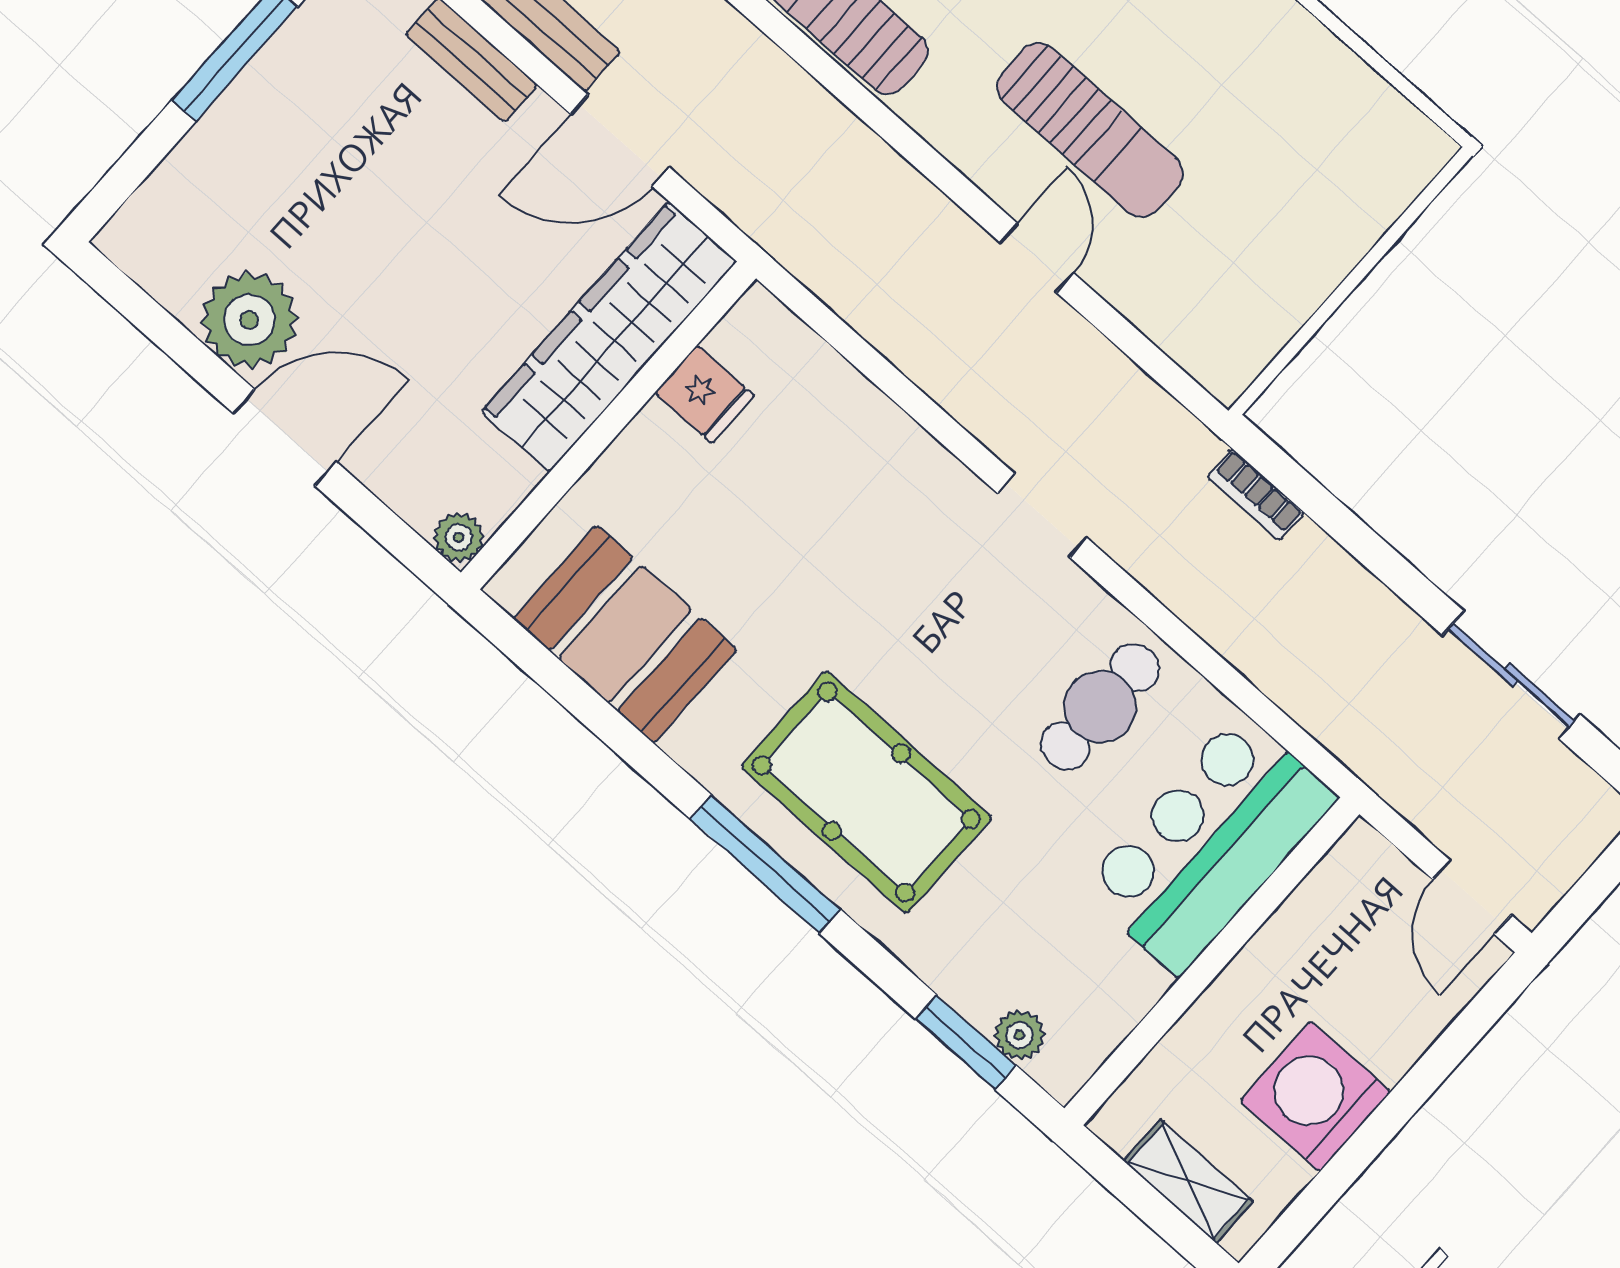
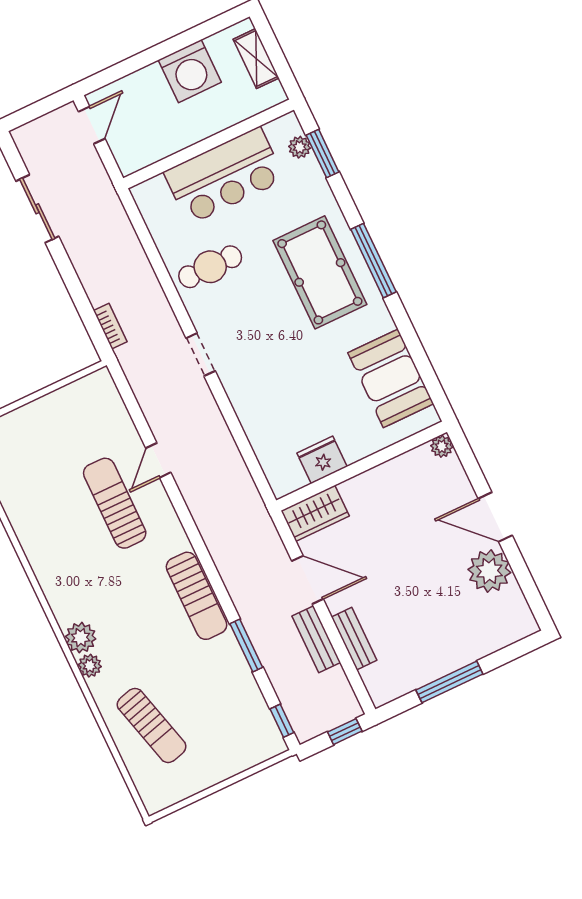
wardrobe: (609, 337) -> (315, 513), width x0.48, depth x0.85
fridge: (705, 394) -> (322, 460), width x1.38
bar counter: (1209, 844) -> (224, 176), moved

